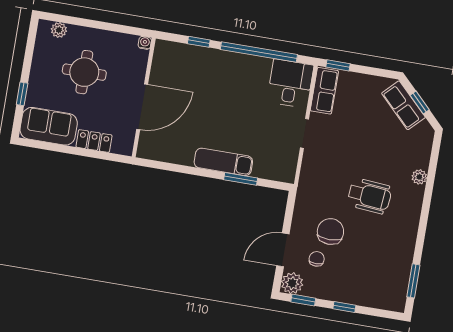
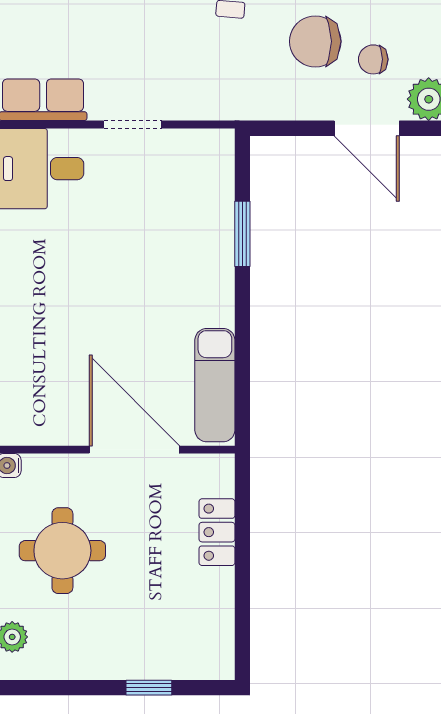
round table: (84, 72) -> (62, 551), moved
sofa: (49, 126) -> (203, 625), removed
exam couch: (223, 162) -> (215, 385), moved

